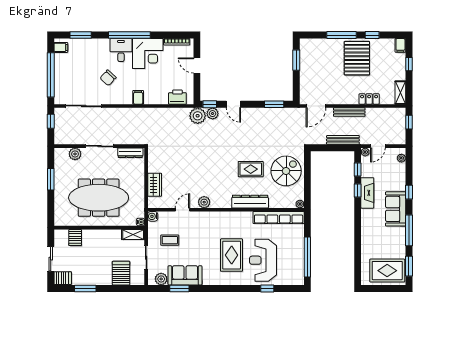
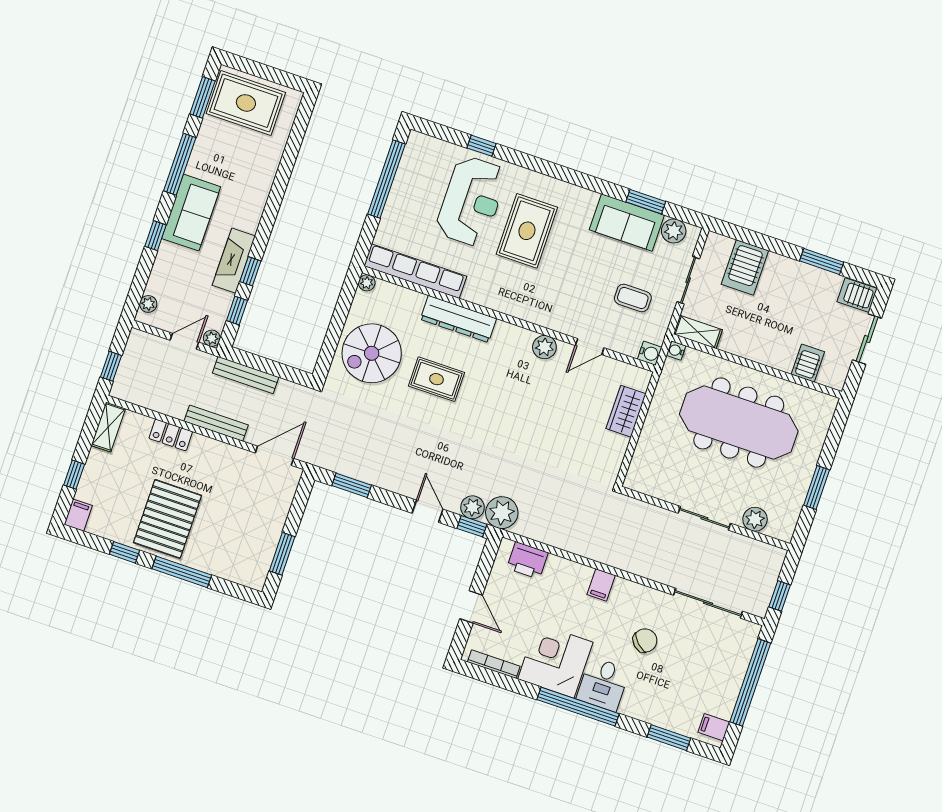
dresser: (130, 153) -> (651, 486), removed

